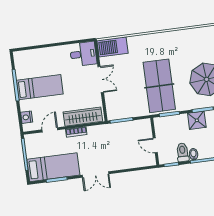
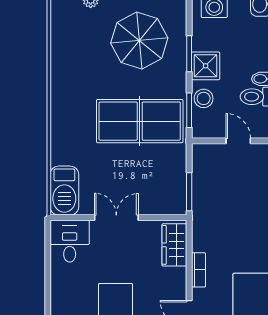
wardrobe: (83, 117) -> (174, 245), width x0.67
stool: (177, 122) -> (204, 98), added
door: (155, 145) -> (238, 141), swing flipped

